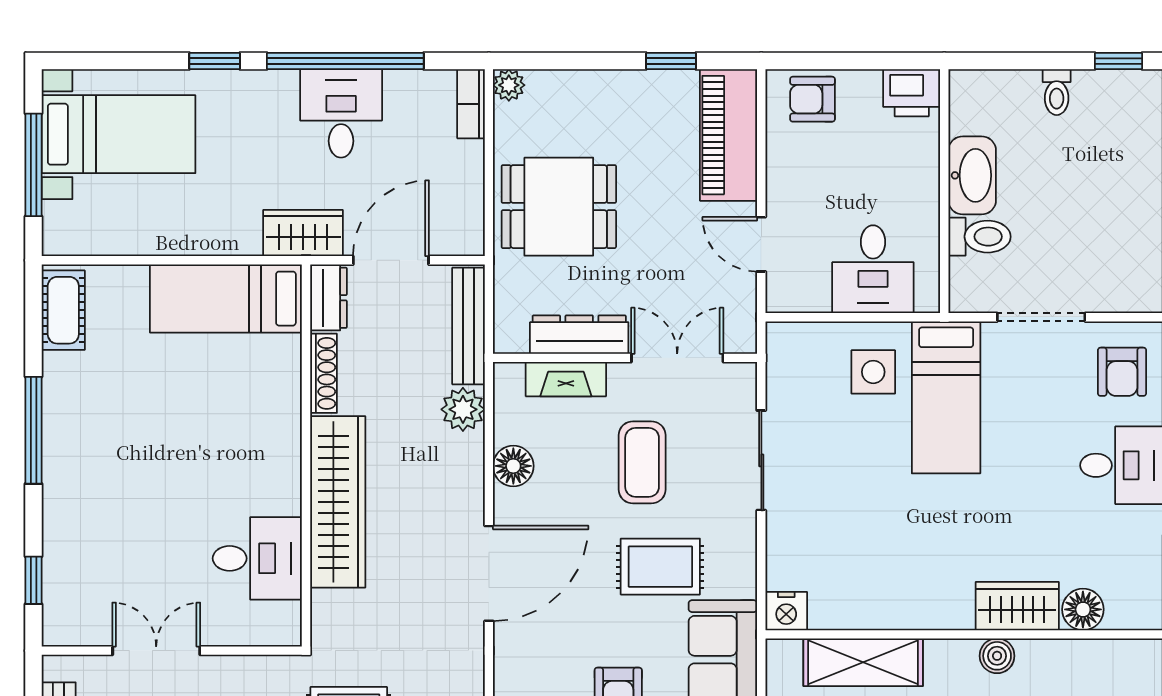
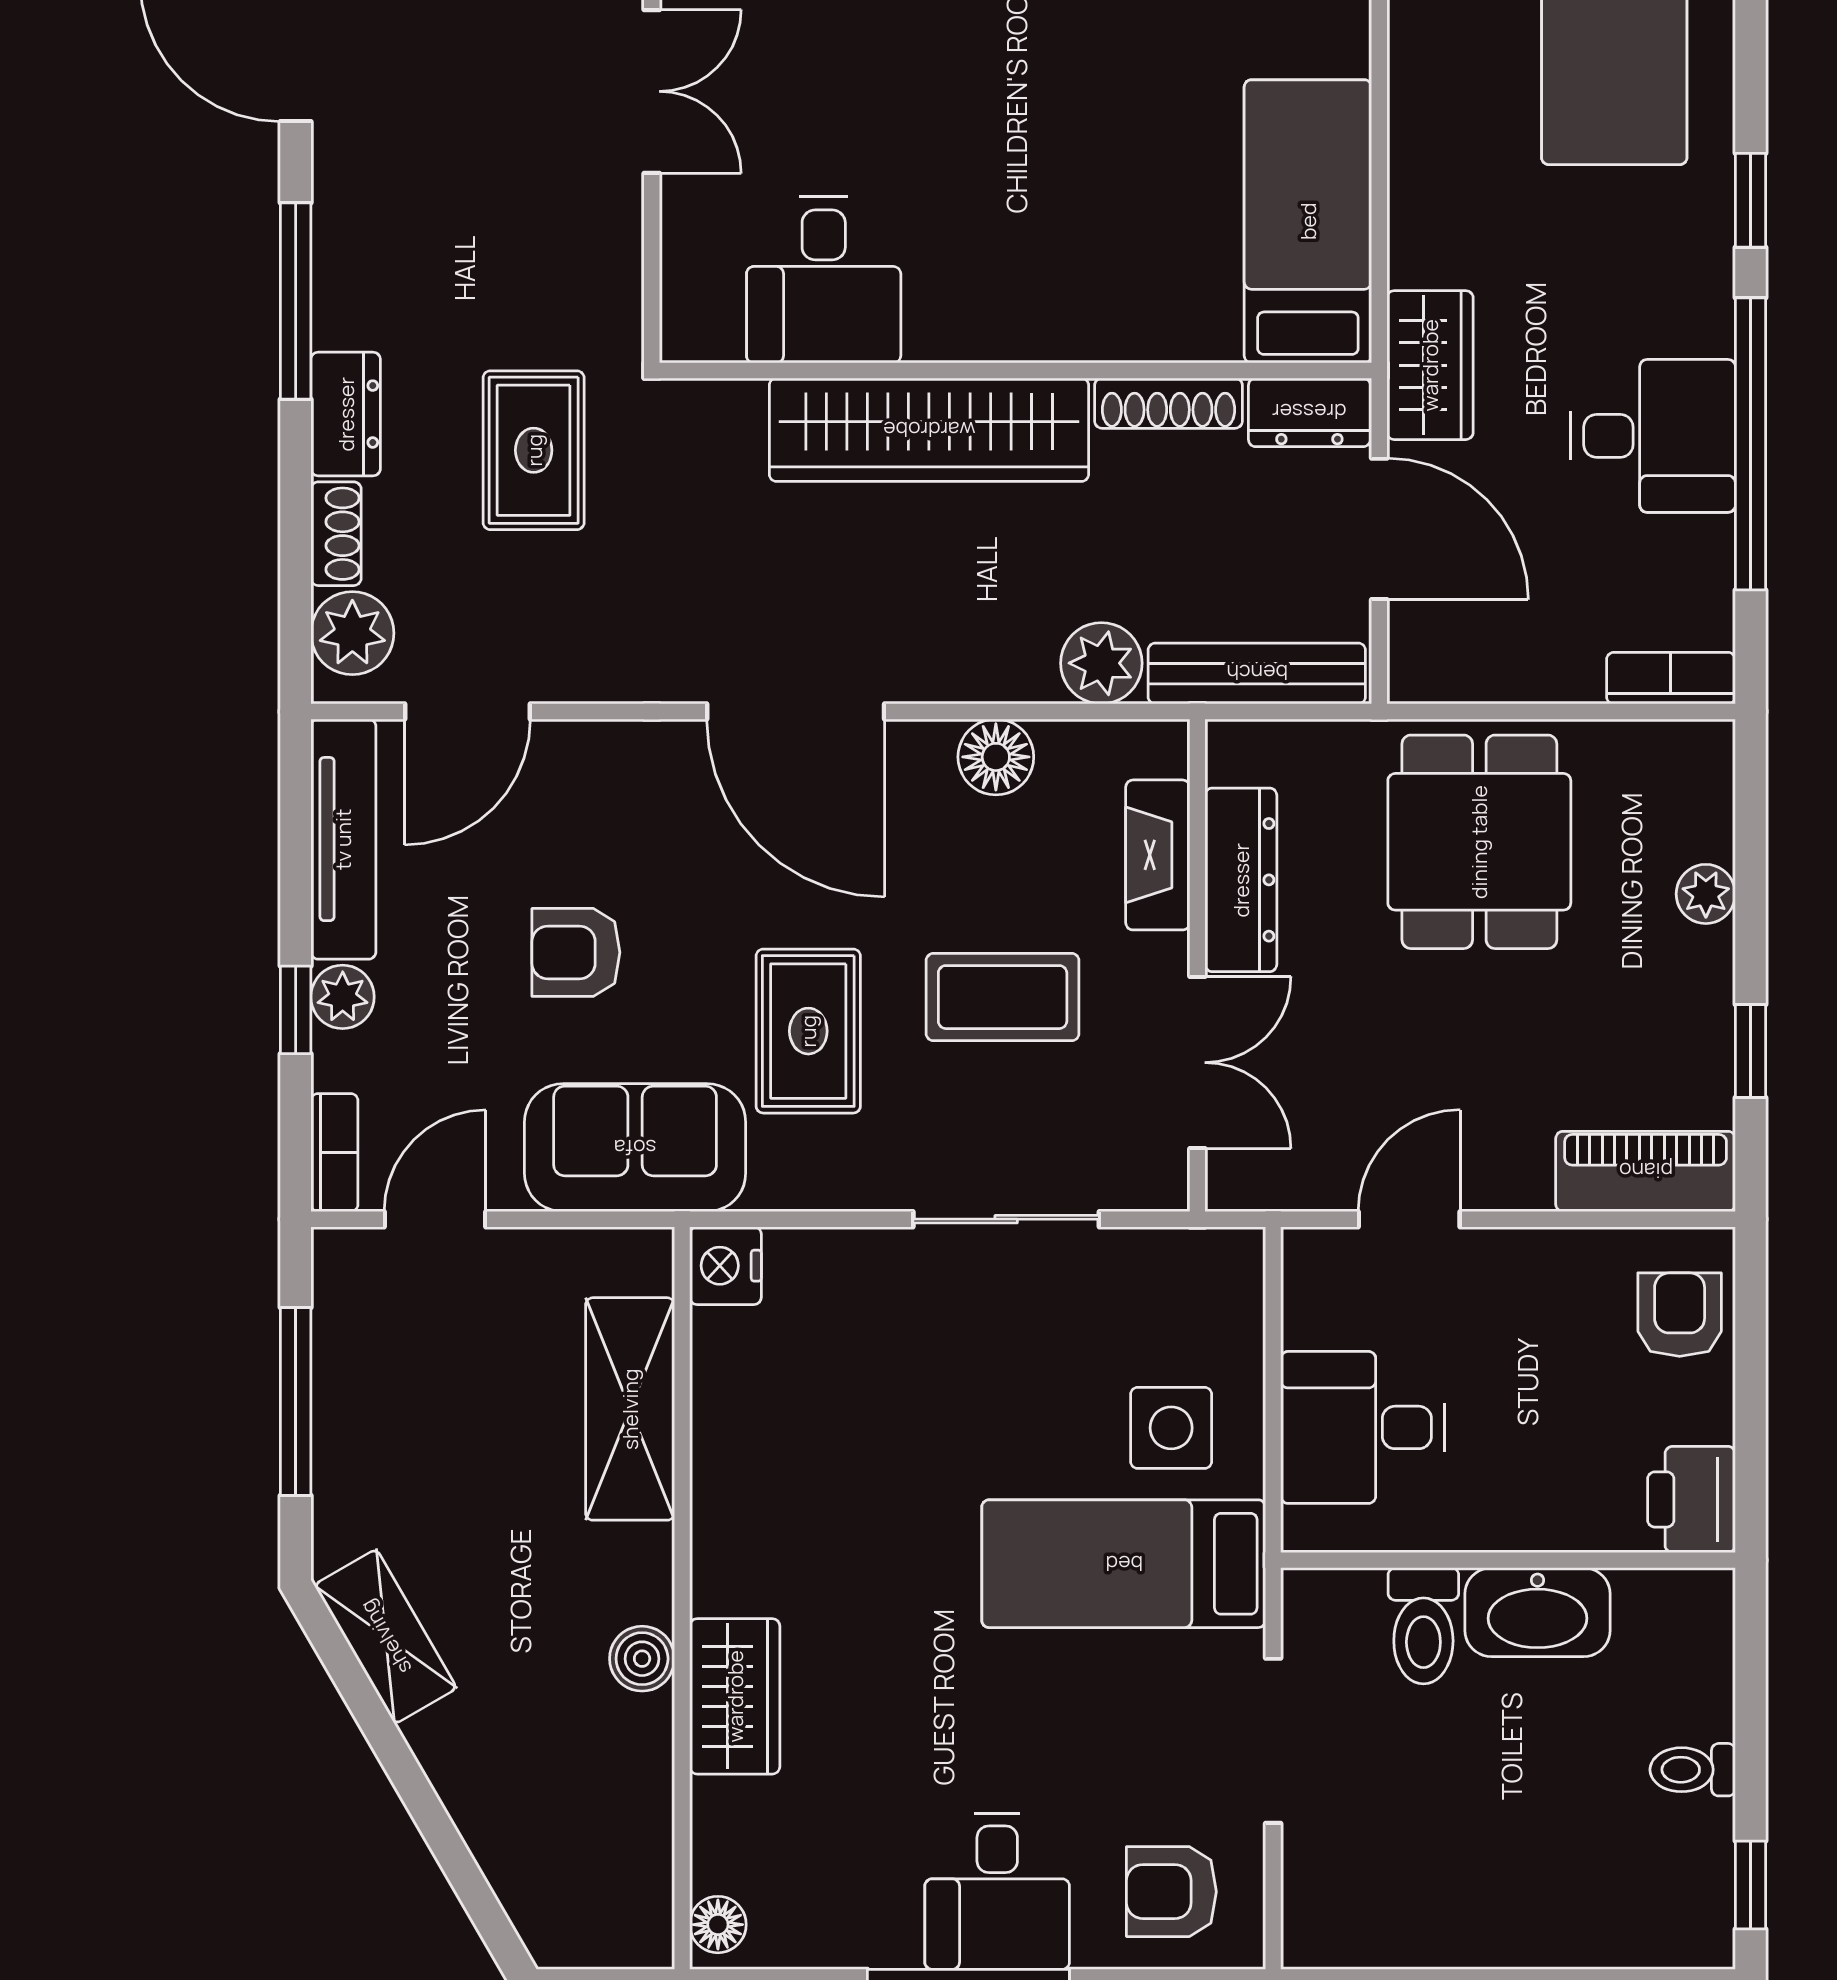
plant: (509, 85) -> (1706, 894), moved
piano: (729, 135) -> (1646, 1171), width x0.73, depth x0.75
floor lamp: (1083, 609) -> (718, 1925), moved, width x0.73, depth x0.73

